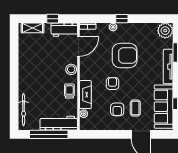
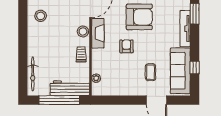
stool: (31, 55) -> (41, 16), added
fireplace: (85, 95) -> (98, 33), moved
armchair: (117, 109) -> (131, 74), removed

